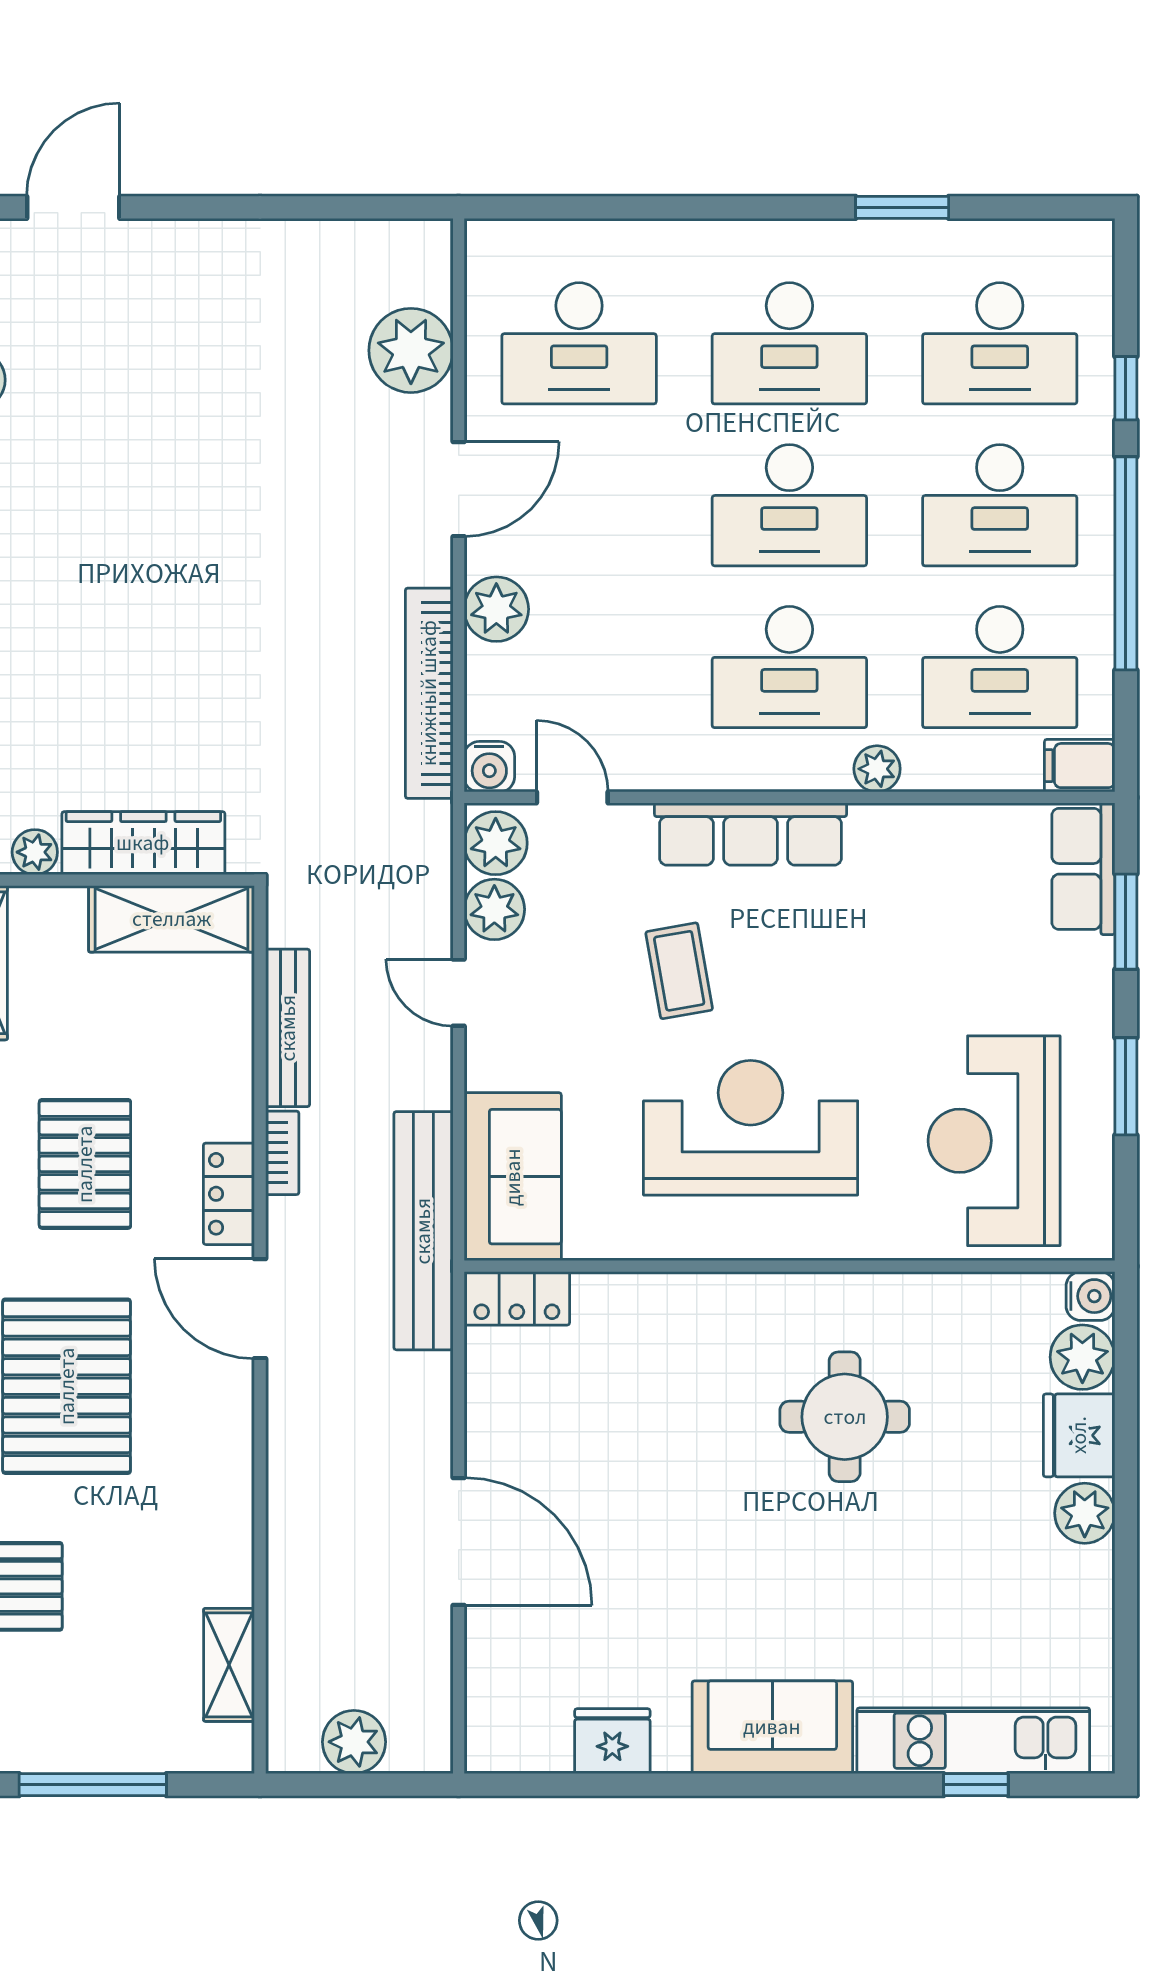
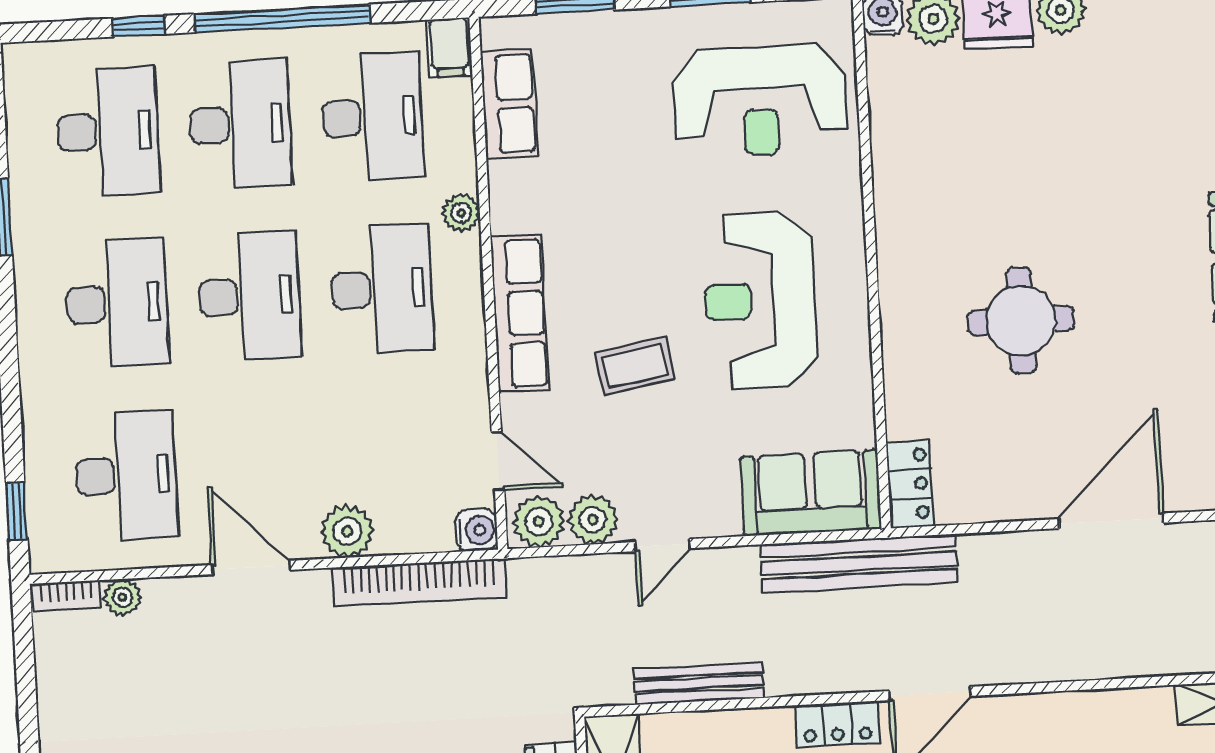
window: (543, 207) -> (17, 511), added
plant: (411, 350) -> (123, 597), width x0.53, depth x0.53
door: (572, 797) -> (498, 461), swing flipped
row of seats: (1083, 869) -> (509, 104), moved, turned -90
bookcase: (282, 1153) -> (66, 596), moved, turned 180
round table: (845, 1417) -> (1021, 320), moved

